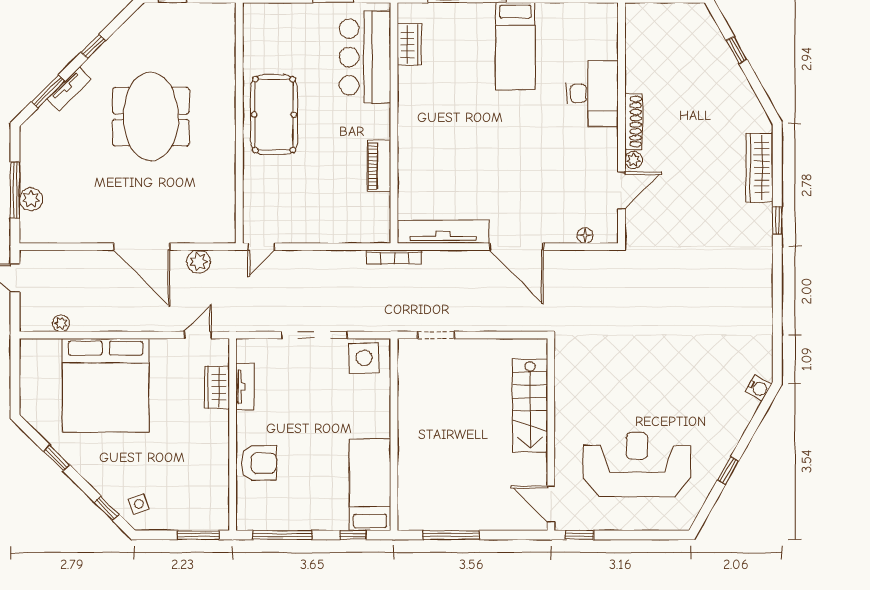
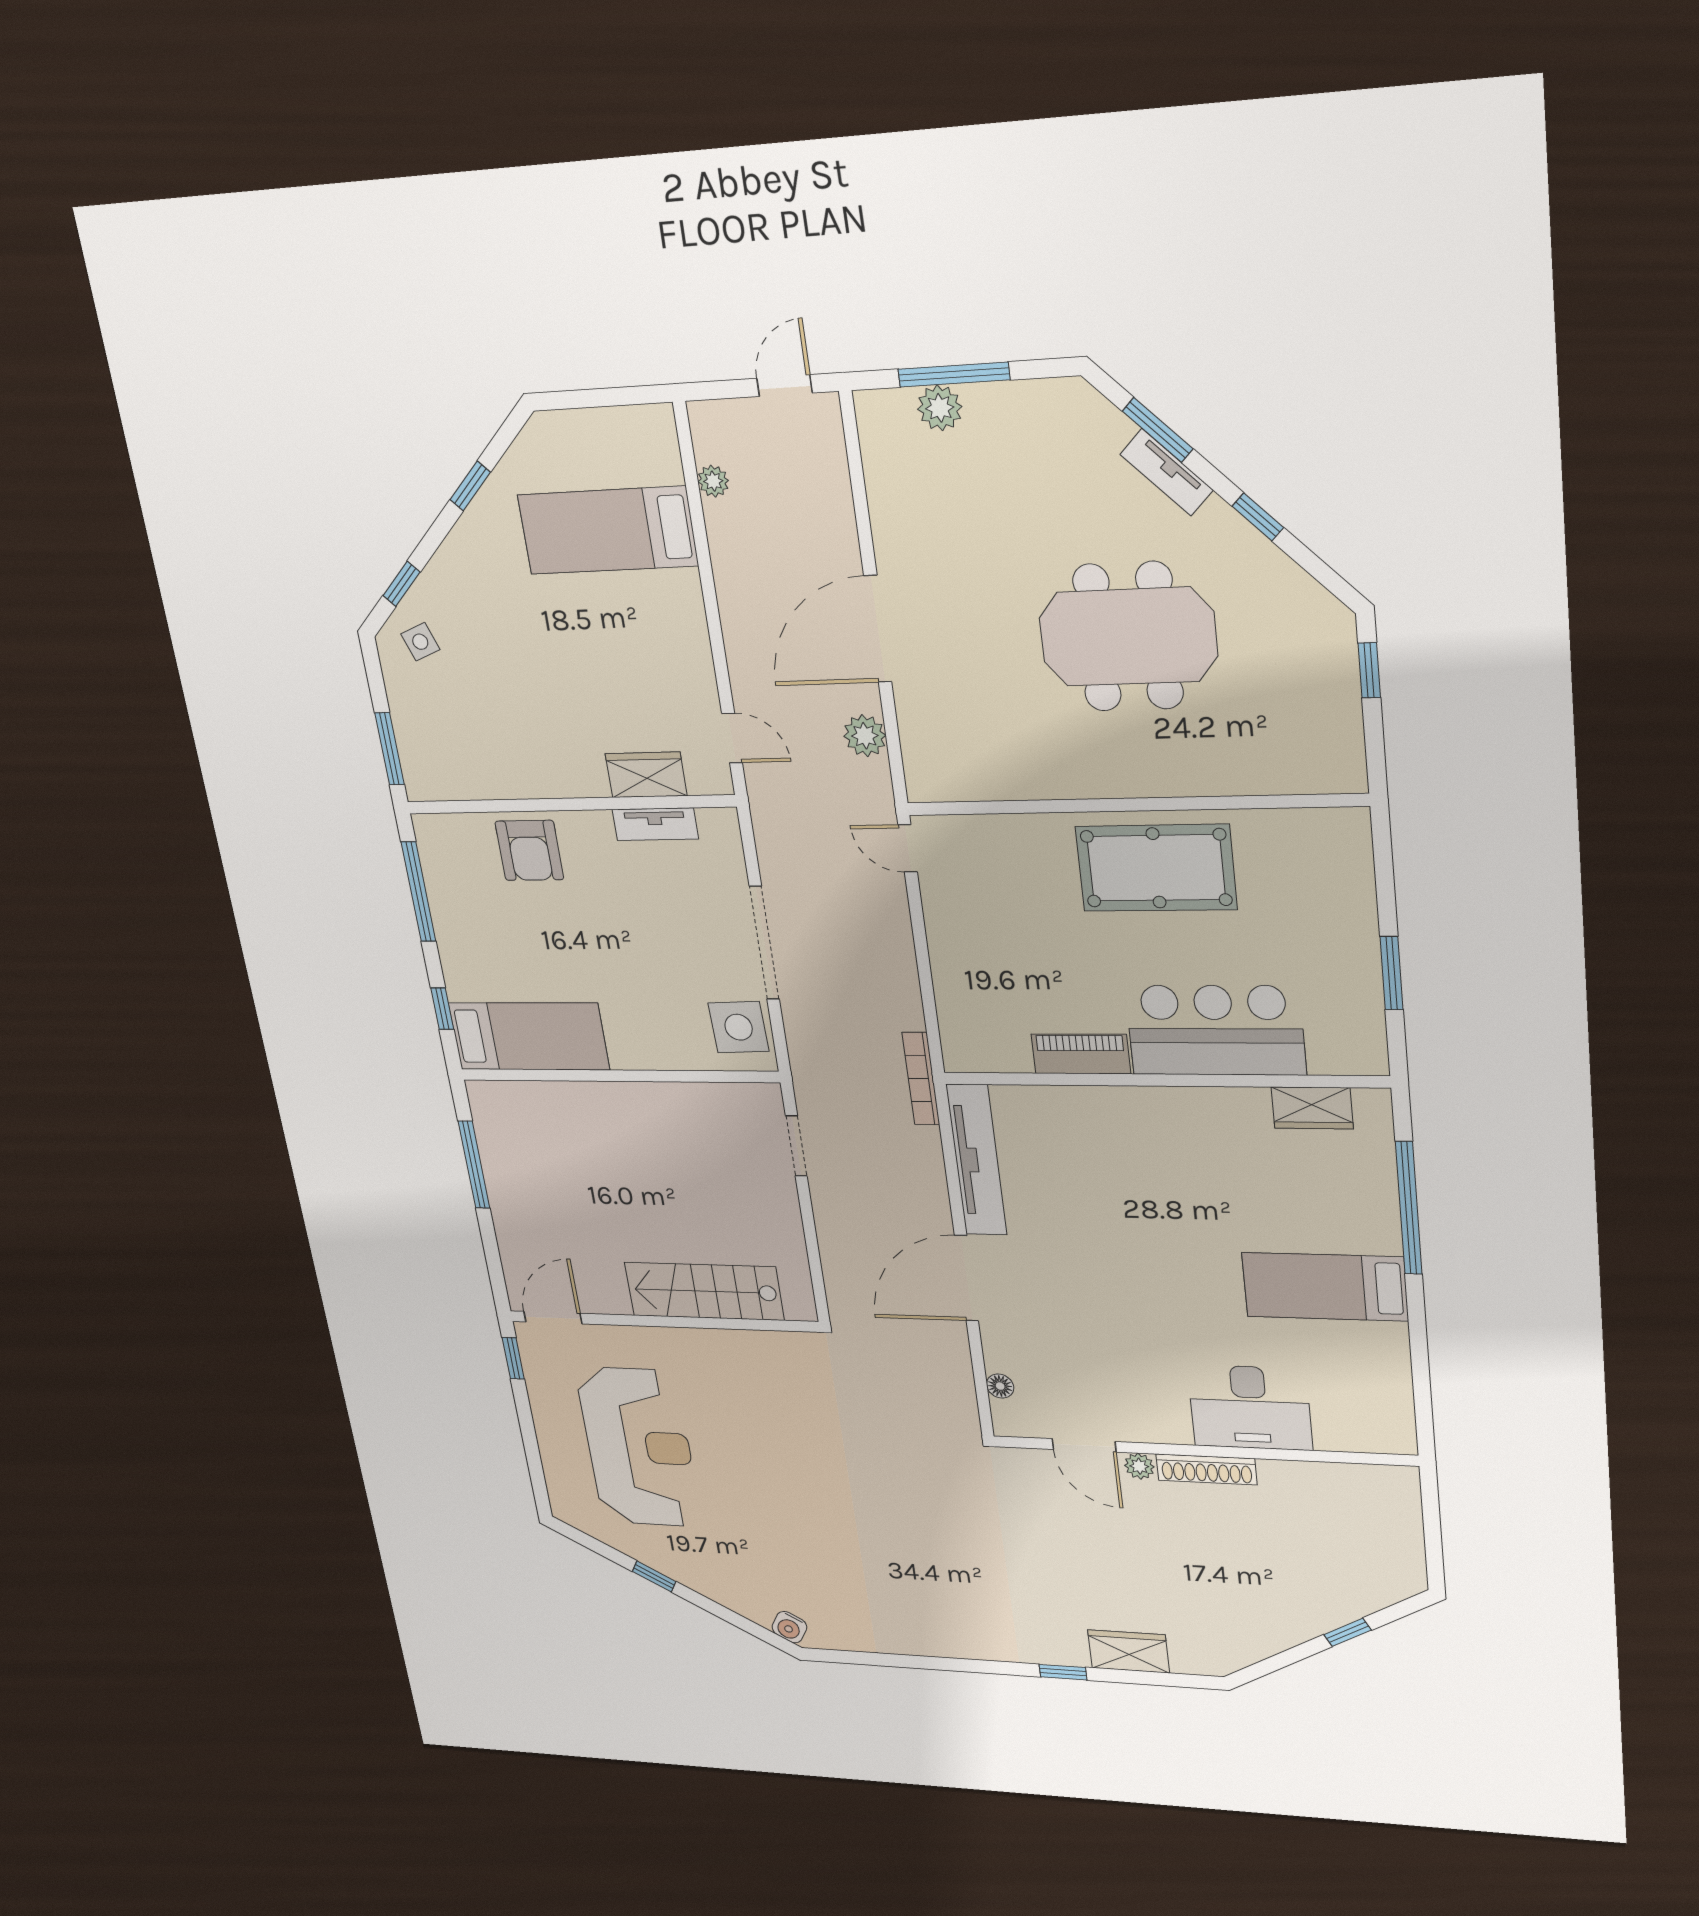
bar counter: (365, 57) -> (1215, 1030), moved
wardrobe: (760, 168) -> (1129, 1651), width x0.67
bed: (106, 385) -> (608, 530), width x0.49

